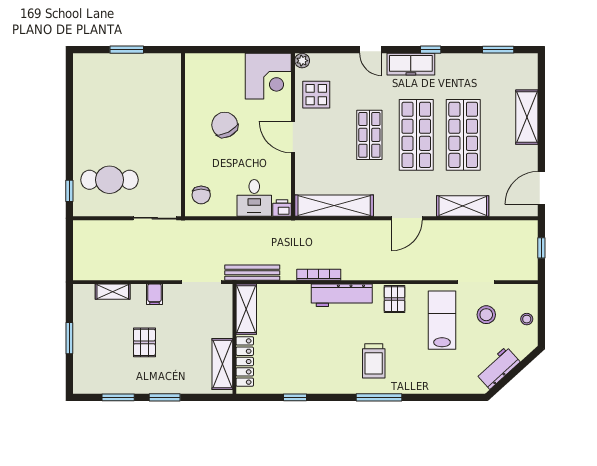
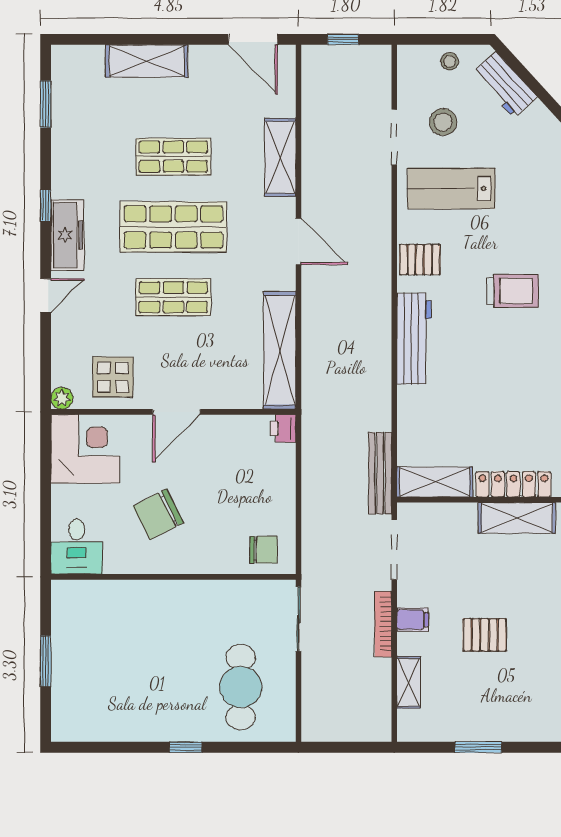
shop shelf: (463, 135) -> (173, 157), width x0.70, depth x0.74
window: (69, 191) -> (186, 747), moved
desk: (254, 198) -> (77, 547), moved, turned 90
bookcase: (319, 275) -> (383, 624), moved
workbench: (498, 368) -> (505, 85), moved

